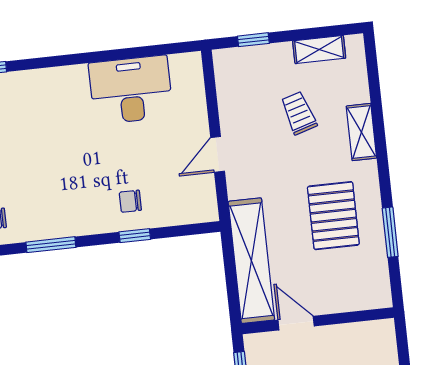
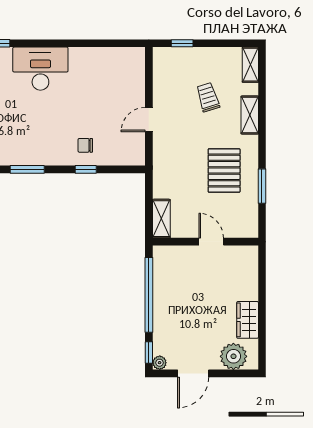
shelving: (319, 50) -> (250, 65), moved, turned 90
desk: (131, 90) -> (40, 69), moved
shelving: (251, 261) -> (161, 219), width x0.45, depth x0.75
door: (296, 323) -> (211, 242), moved

